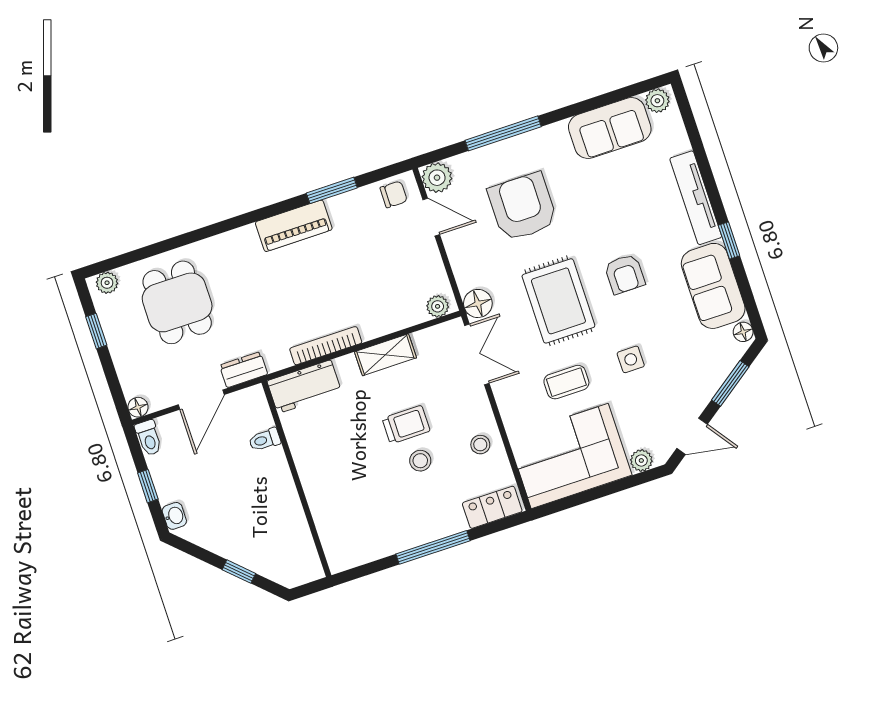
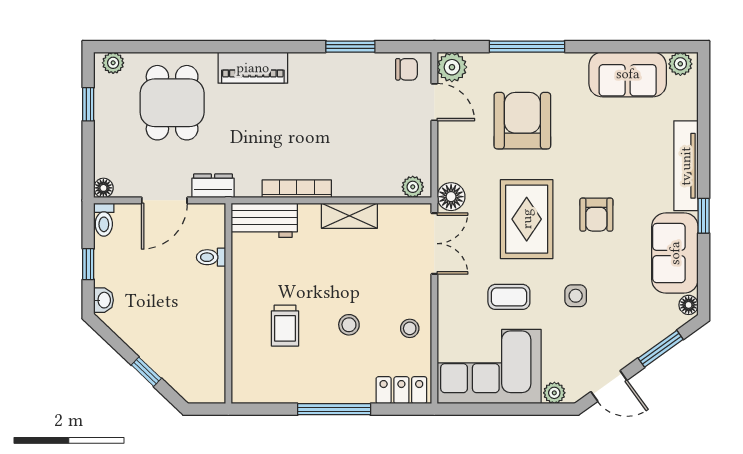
piano: (294, 226) -> (253, 68), moved
trolley: (406, 425) -> (285, 326), moved, turned 90

